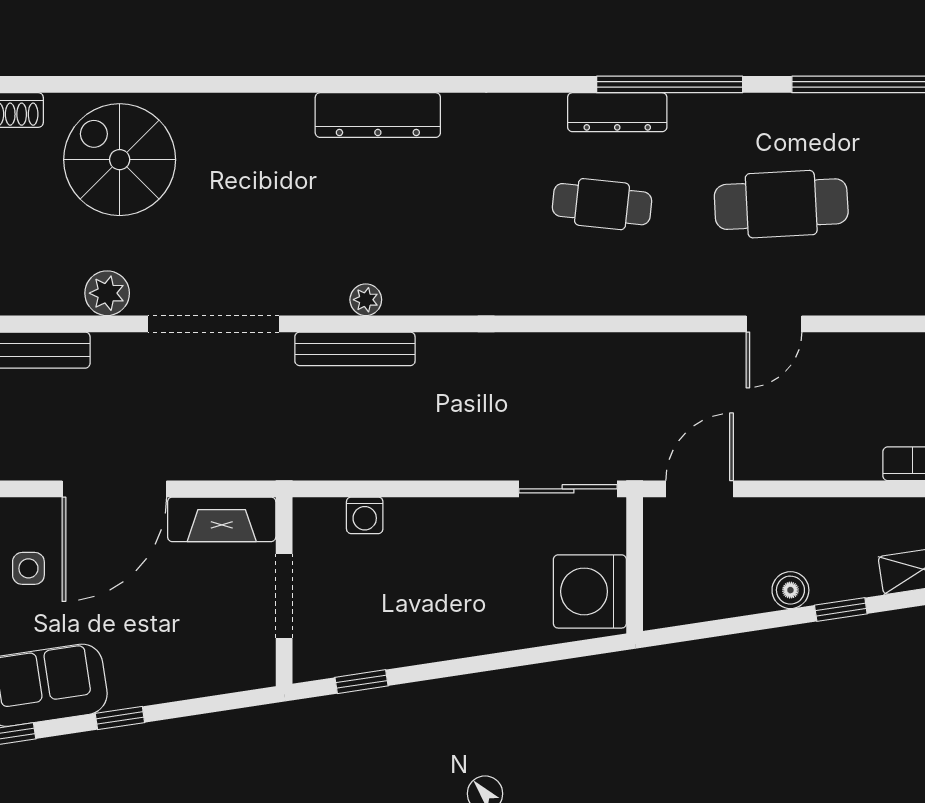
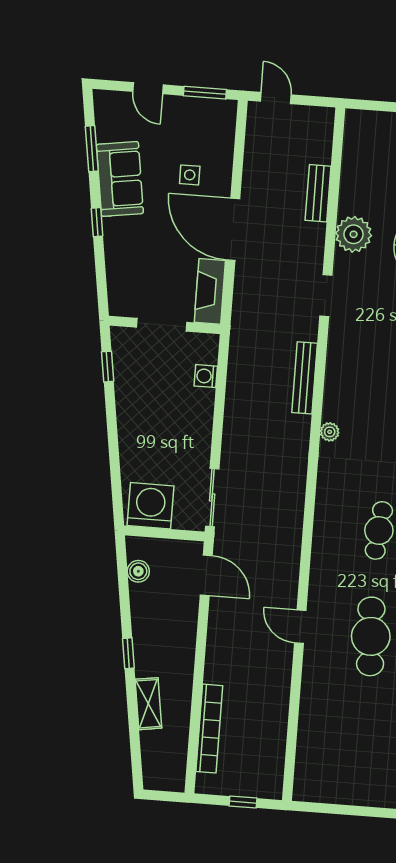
plant: (107, 293) -> (354, 234), width x1.36, depth x1.36
plant: (366, 300) -> (330, 432), moved
doorway: (214, 324) -> (326, 295), width x0.53
boiler: (790, 590) -> (138, 571), moved

